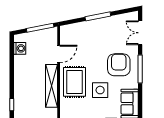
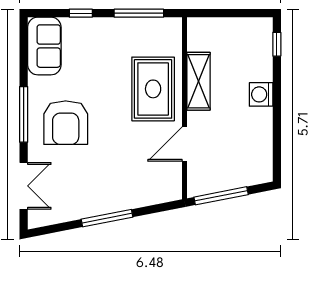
washing machine: (20, 48) -> (261, 94), moved
shelving: (51, 86) -> (198, 81), width x0.68
side table: (100, 90) -> (103, 73), removed

